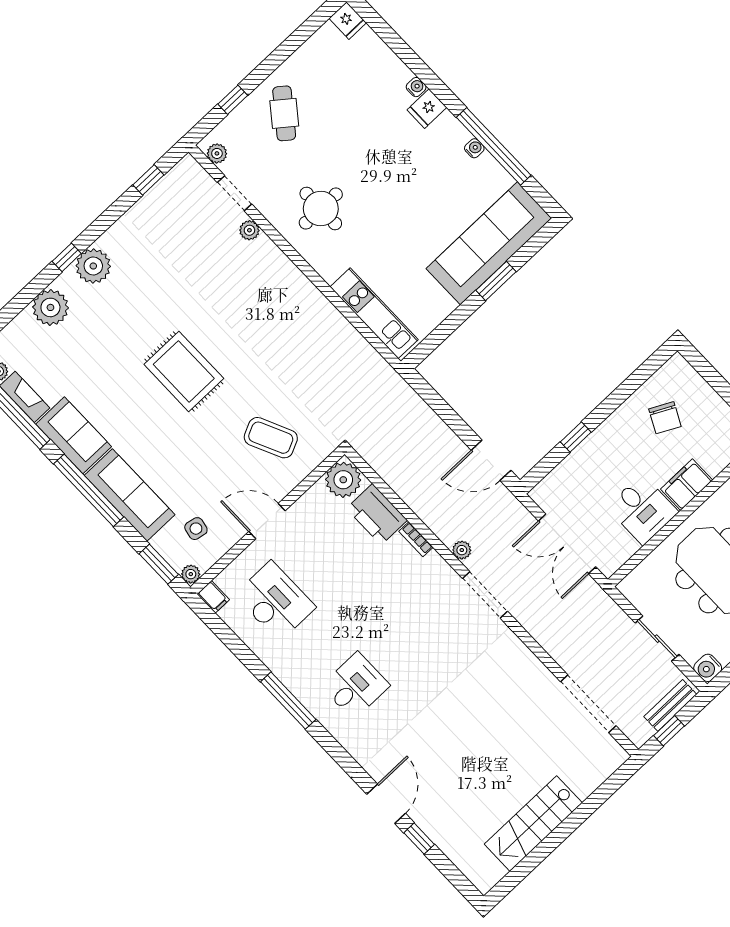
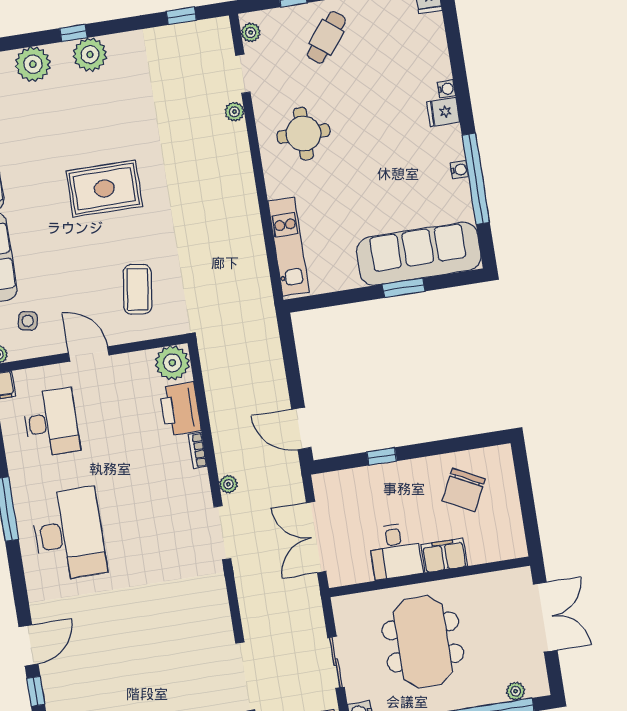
rug: (184, 371) -> (104, 189), turned 90
chair: (665, 418) -> (464, 490), width x1.37, depth x1.37
coffee table: (271, 438) -> (137, 289), turned 33
desk: (355, 686) -> (69, 534), width x1.87, depth x1.30

